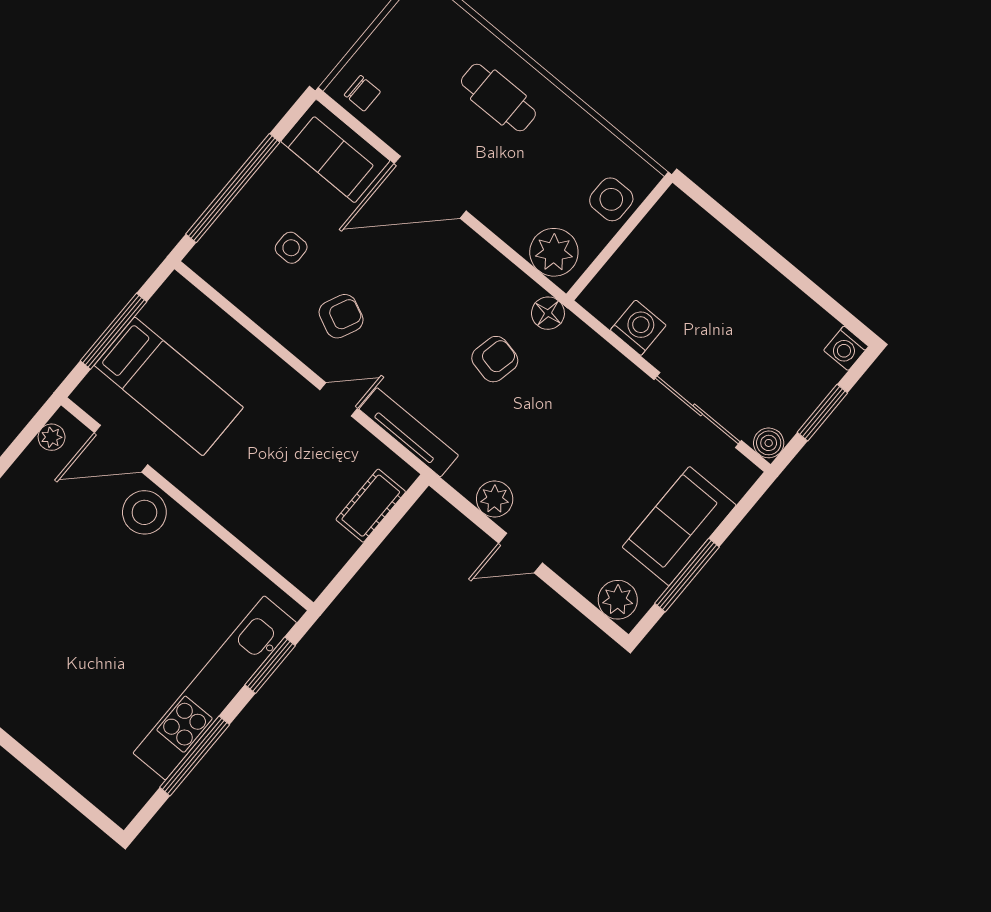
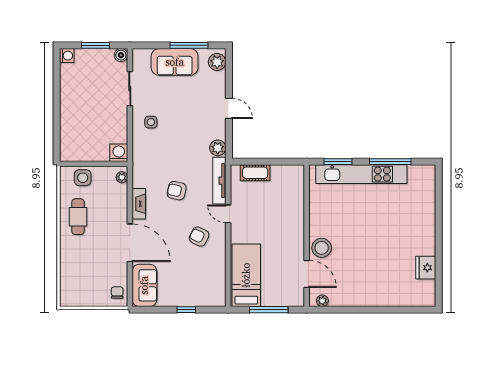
cafe table: (498, 98) -> (78, 217), moved
window: (233, 188) -> (186, 310), width x0.32
side table: (291, 248) -> (151, 122), moved
plant: (554, 252) -> (122, 177), width x0.53, depth x0.53
fireplace: (485, 259) -> (139, 204), added
floor lamp: (548, 313) -> (139, 167), removed
washing machine: (638, 328) -> (119, 153), moved, turned 90
armchair: (495, 359) -> (177, 191), moved
bed: (169, 386) -> (246, 275), moved
sliding door: (698, 410) -> (130, 89), width x0.73
plant: (495, 499) -> (218, 148), moved

